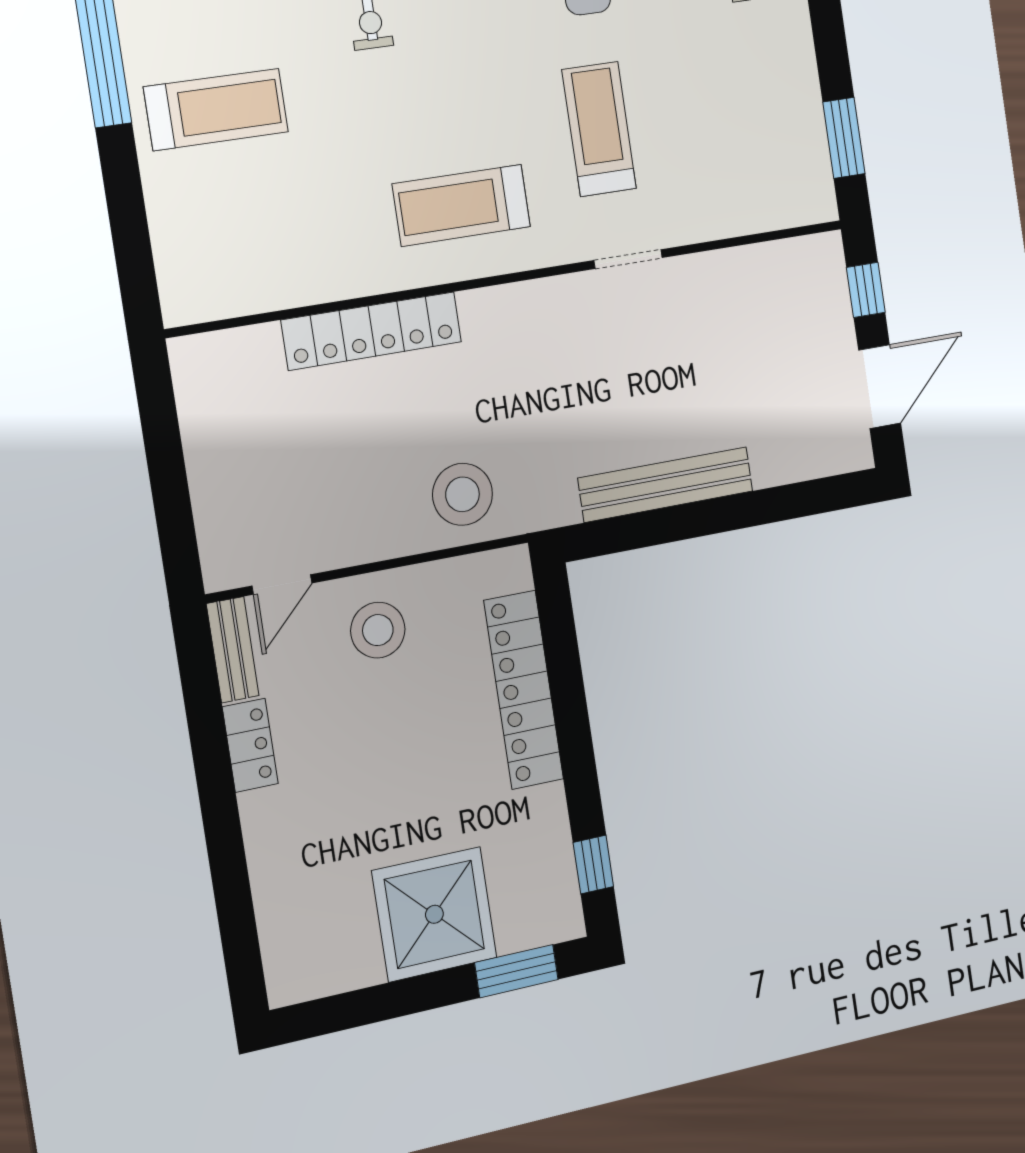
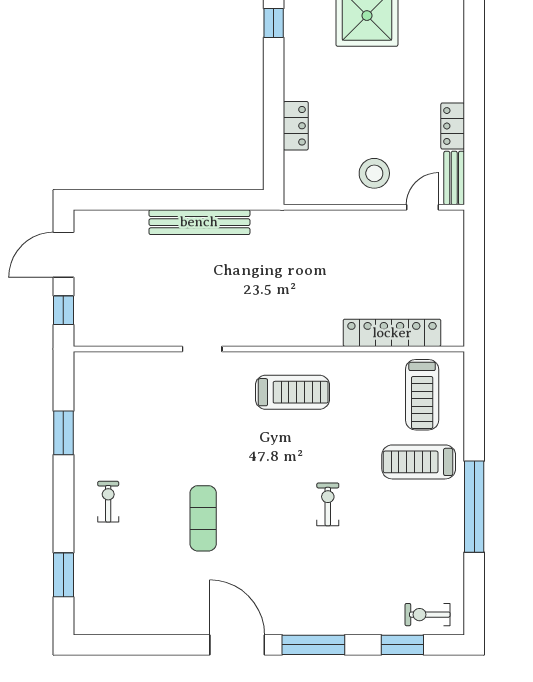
treadmill: (599, 129) -> (422, 395), moved
window: (844, 138) -> (63, 433), moved
locker: (372, 331) -> (392, 333), moved
stool: (463, 494) -> (316, 237), removed
locker: (524, 690) -> (296, 126), width x0.46, depth x0.83

